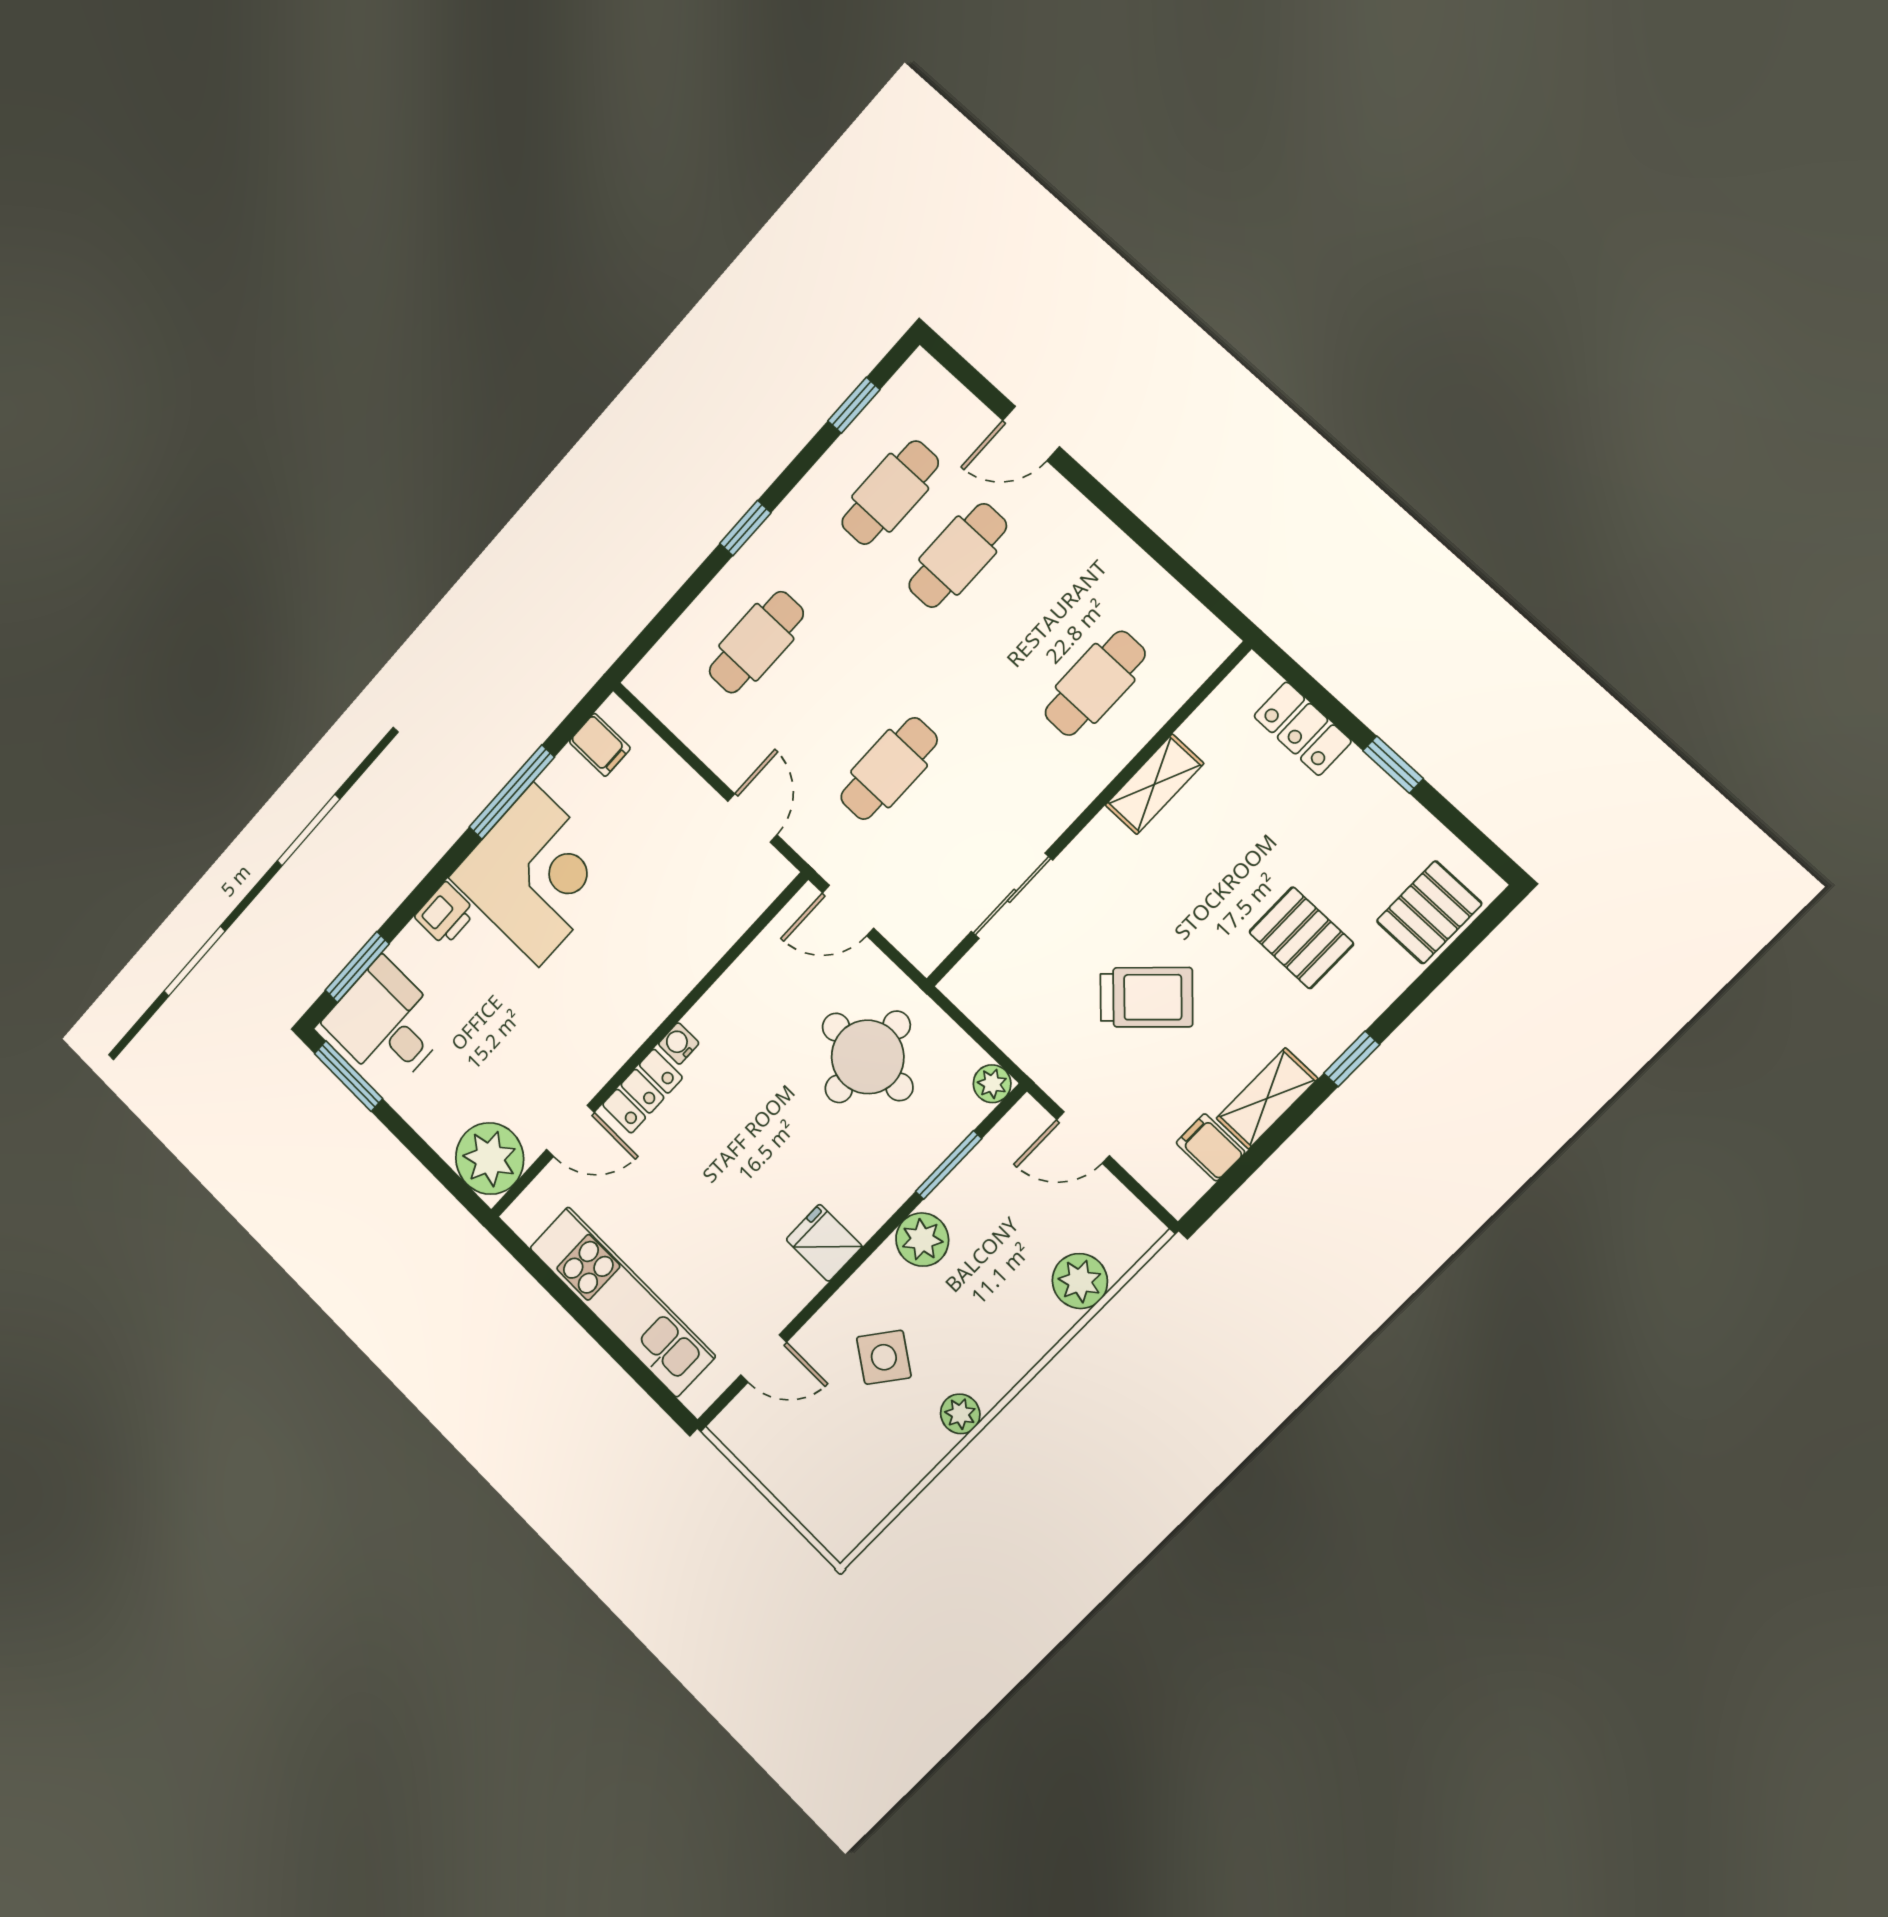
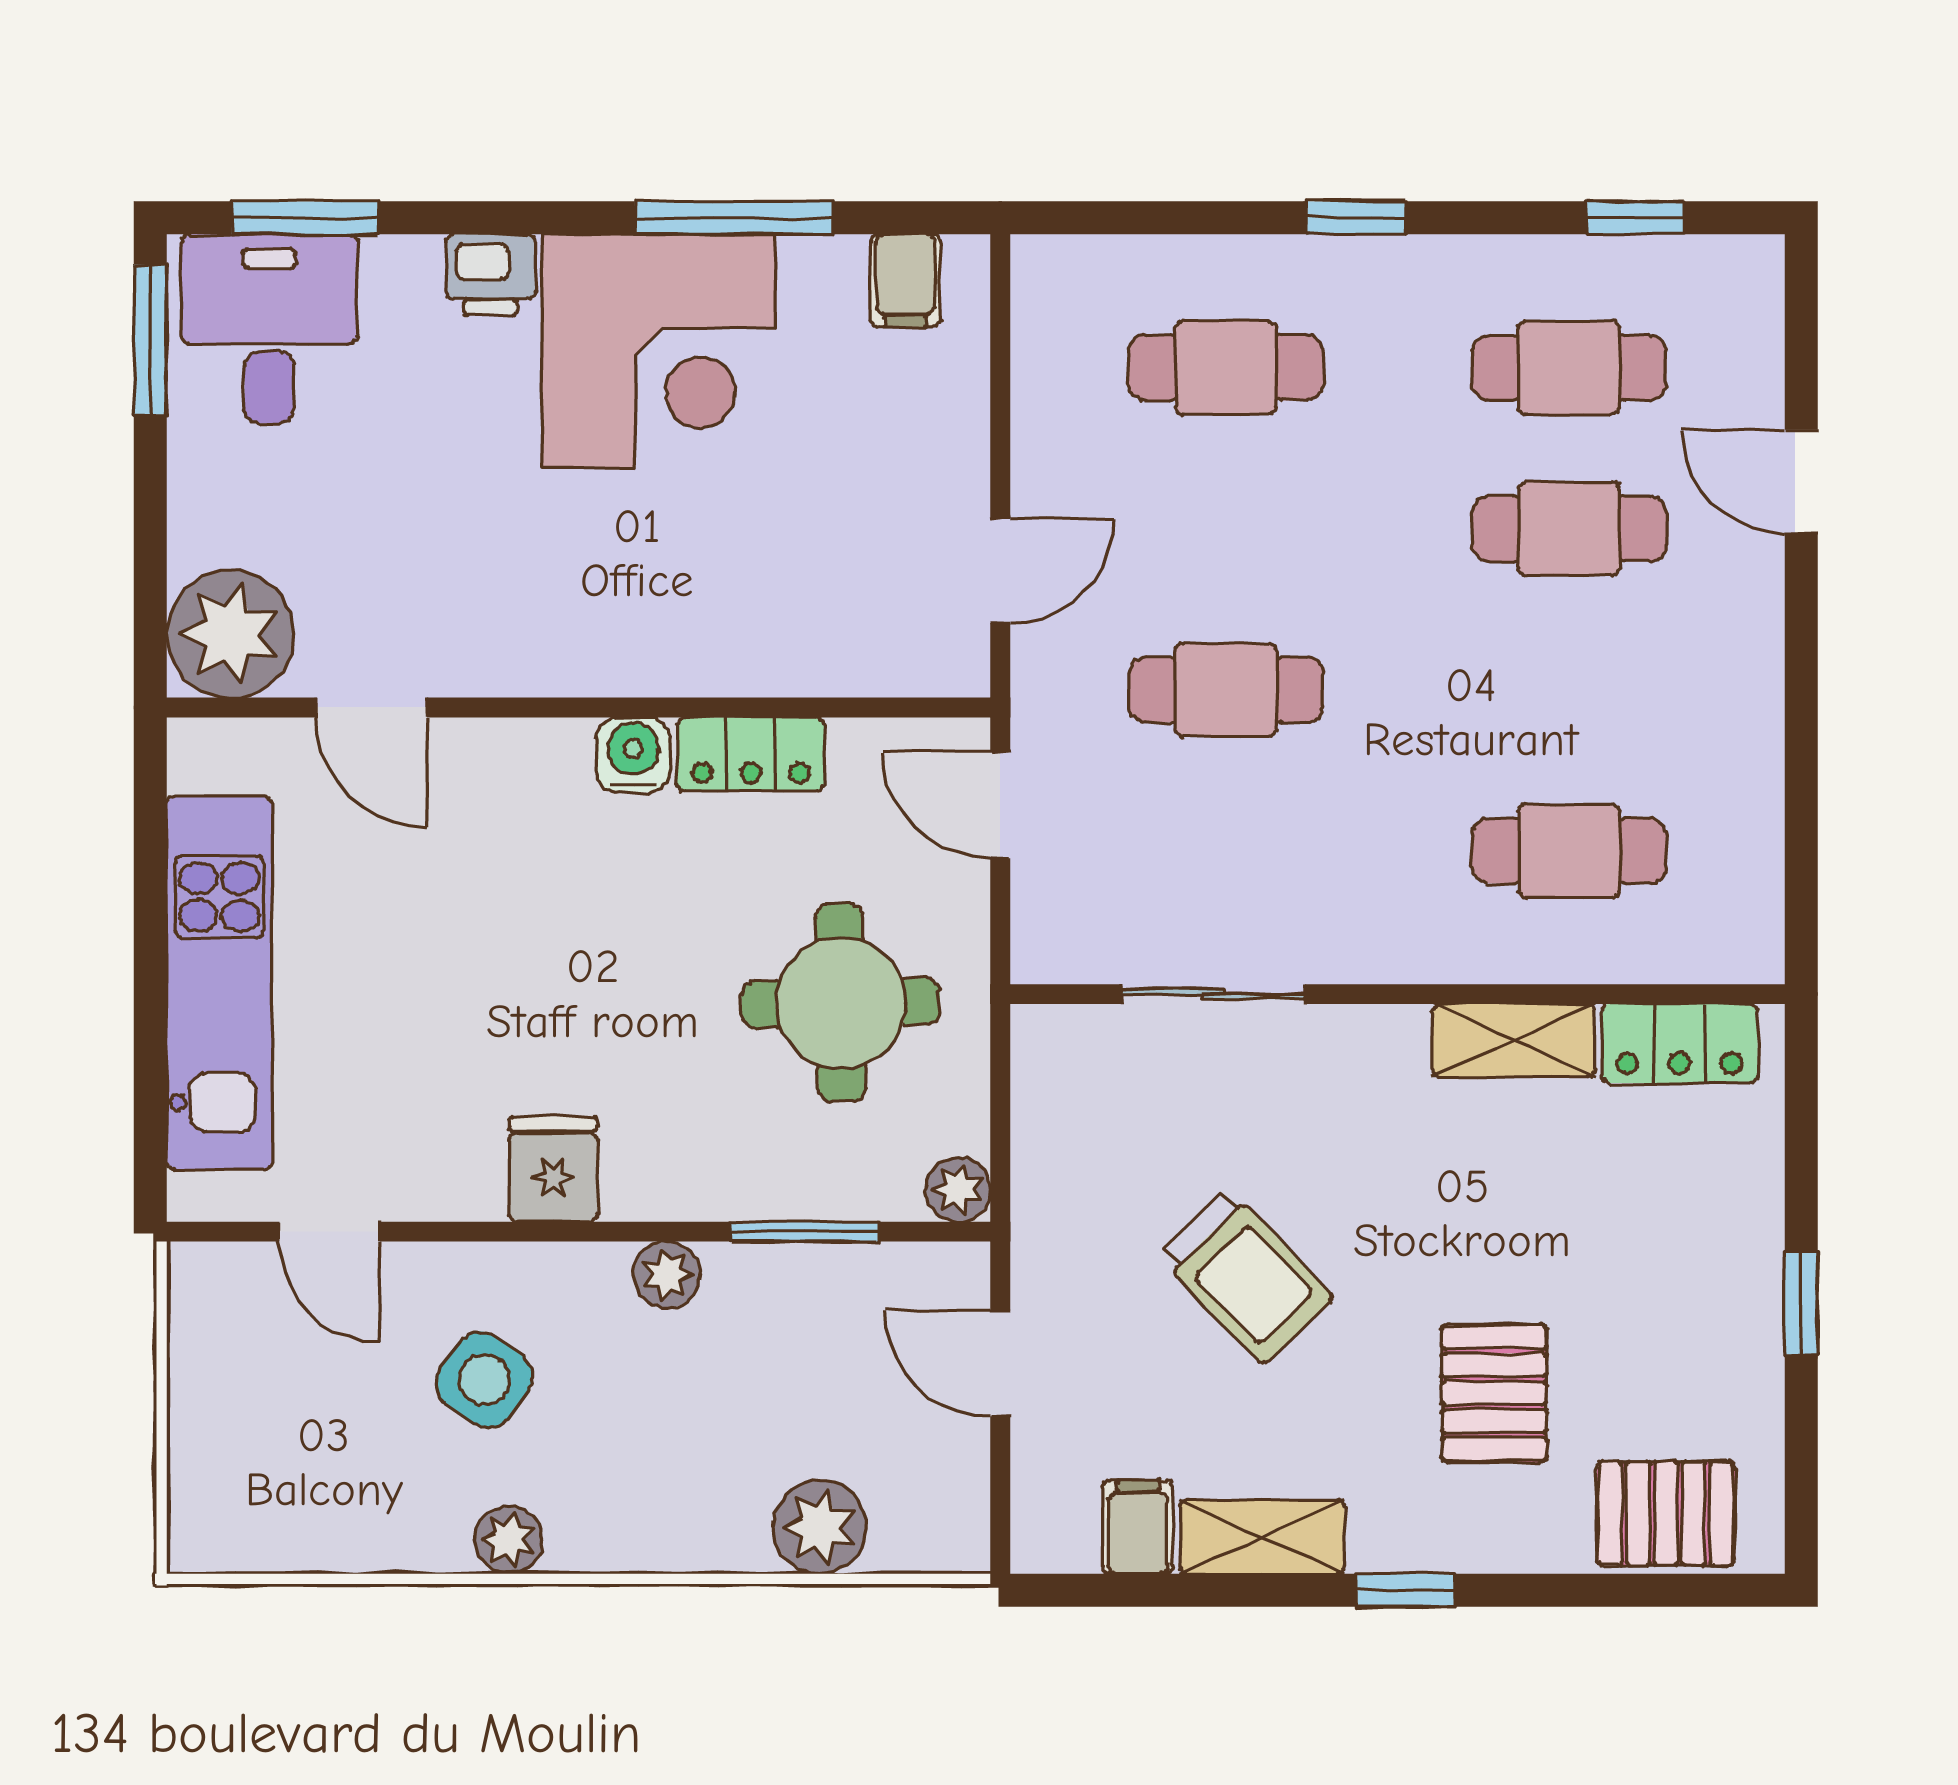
locker: (1303, 729) -> (1680, 1043), moved, turned -90
water cooler: (679, 1043) -> (633, 755), width x1.38, depth x1.38
locker: (642, 1091) -> (751, 754), moved
plant: (922, 1240) -> (667, 1275), width x0.73, depth x0.73

